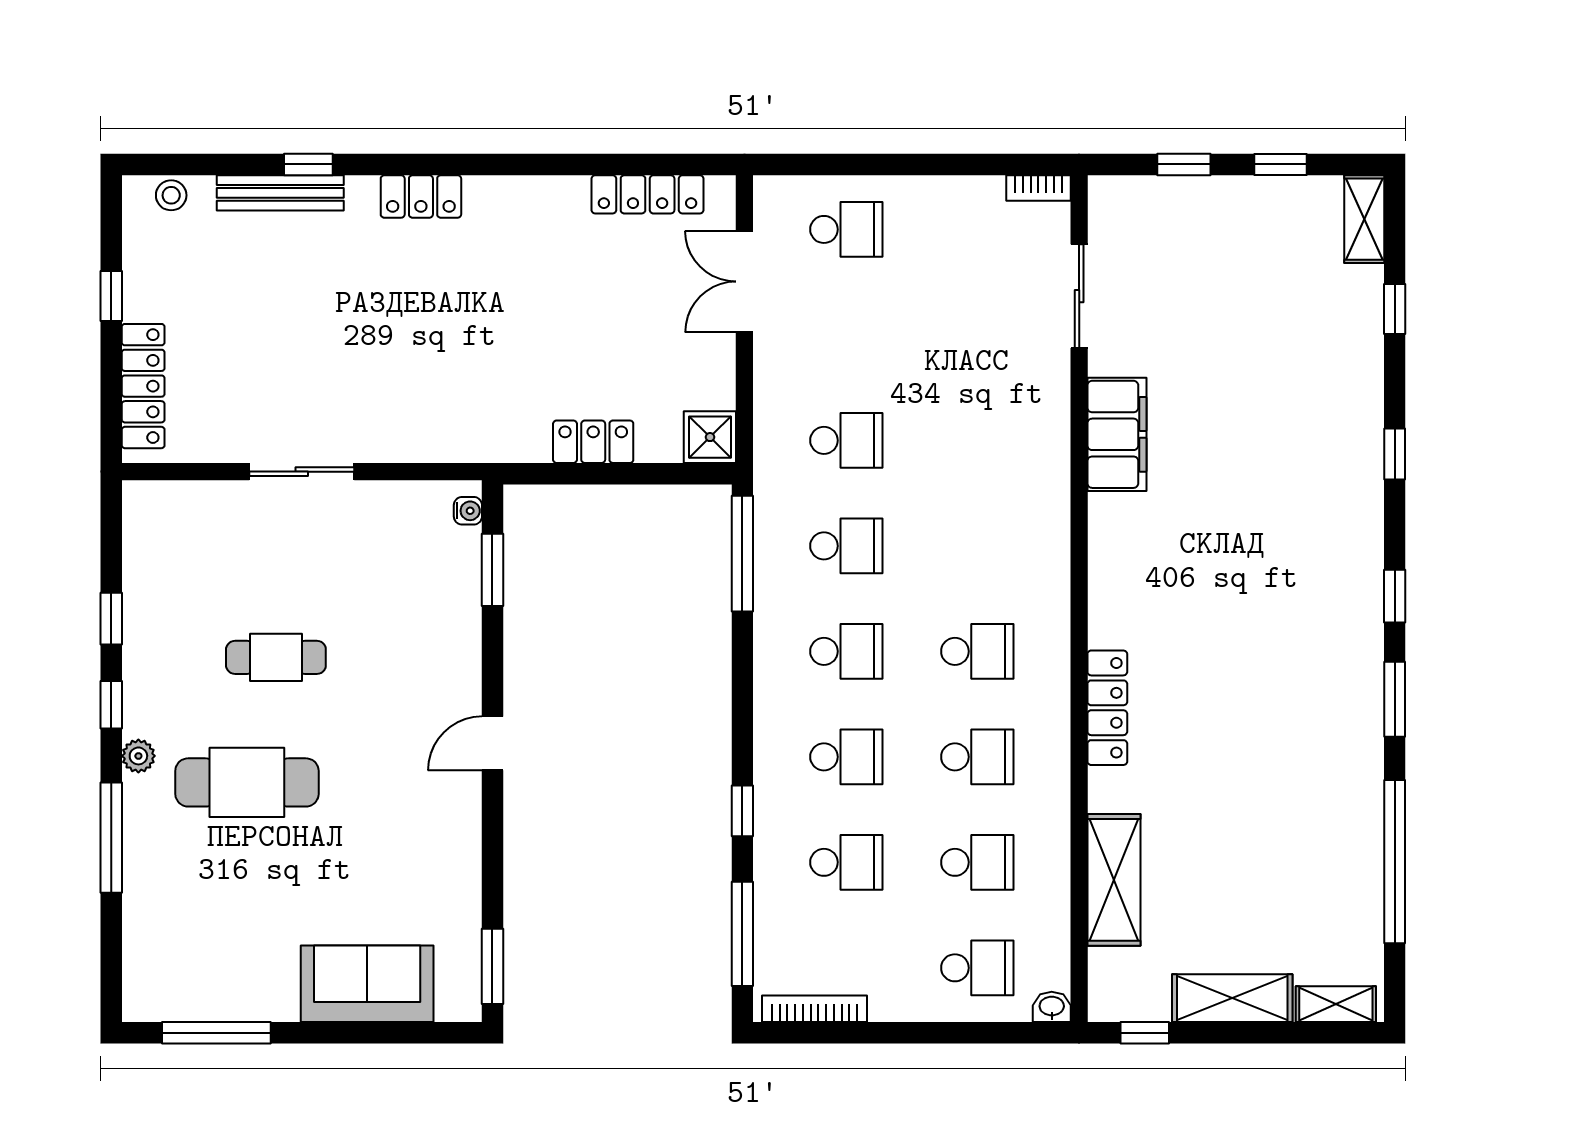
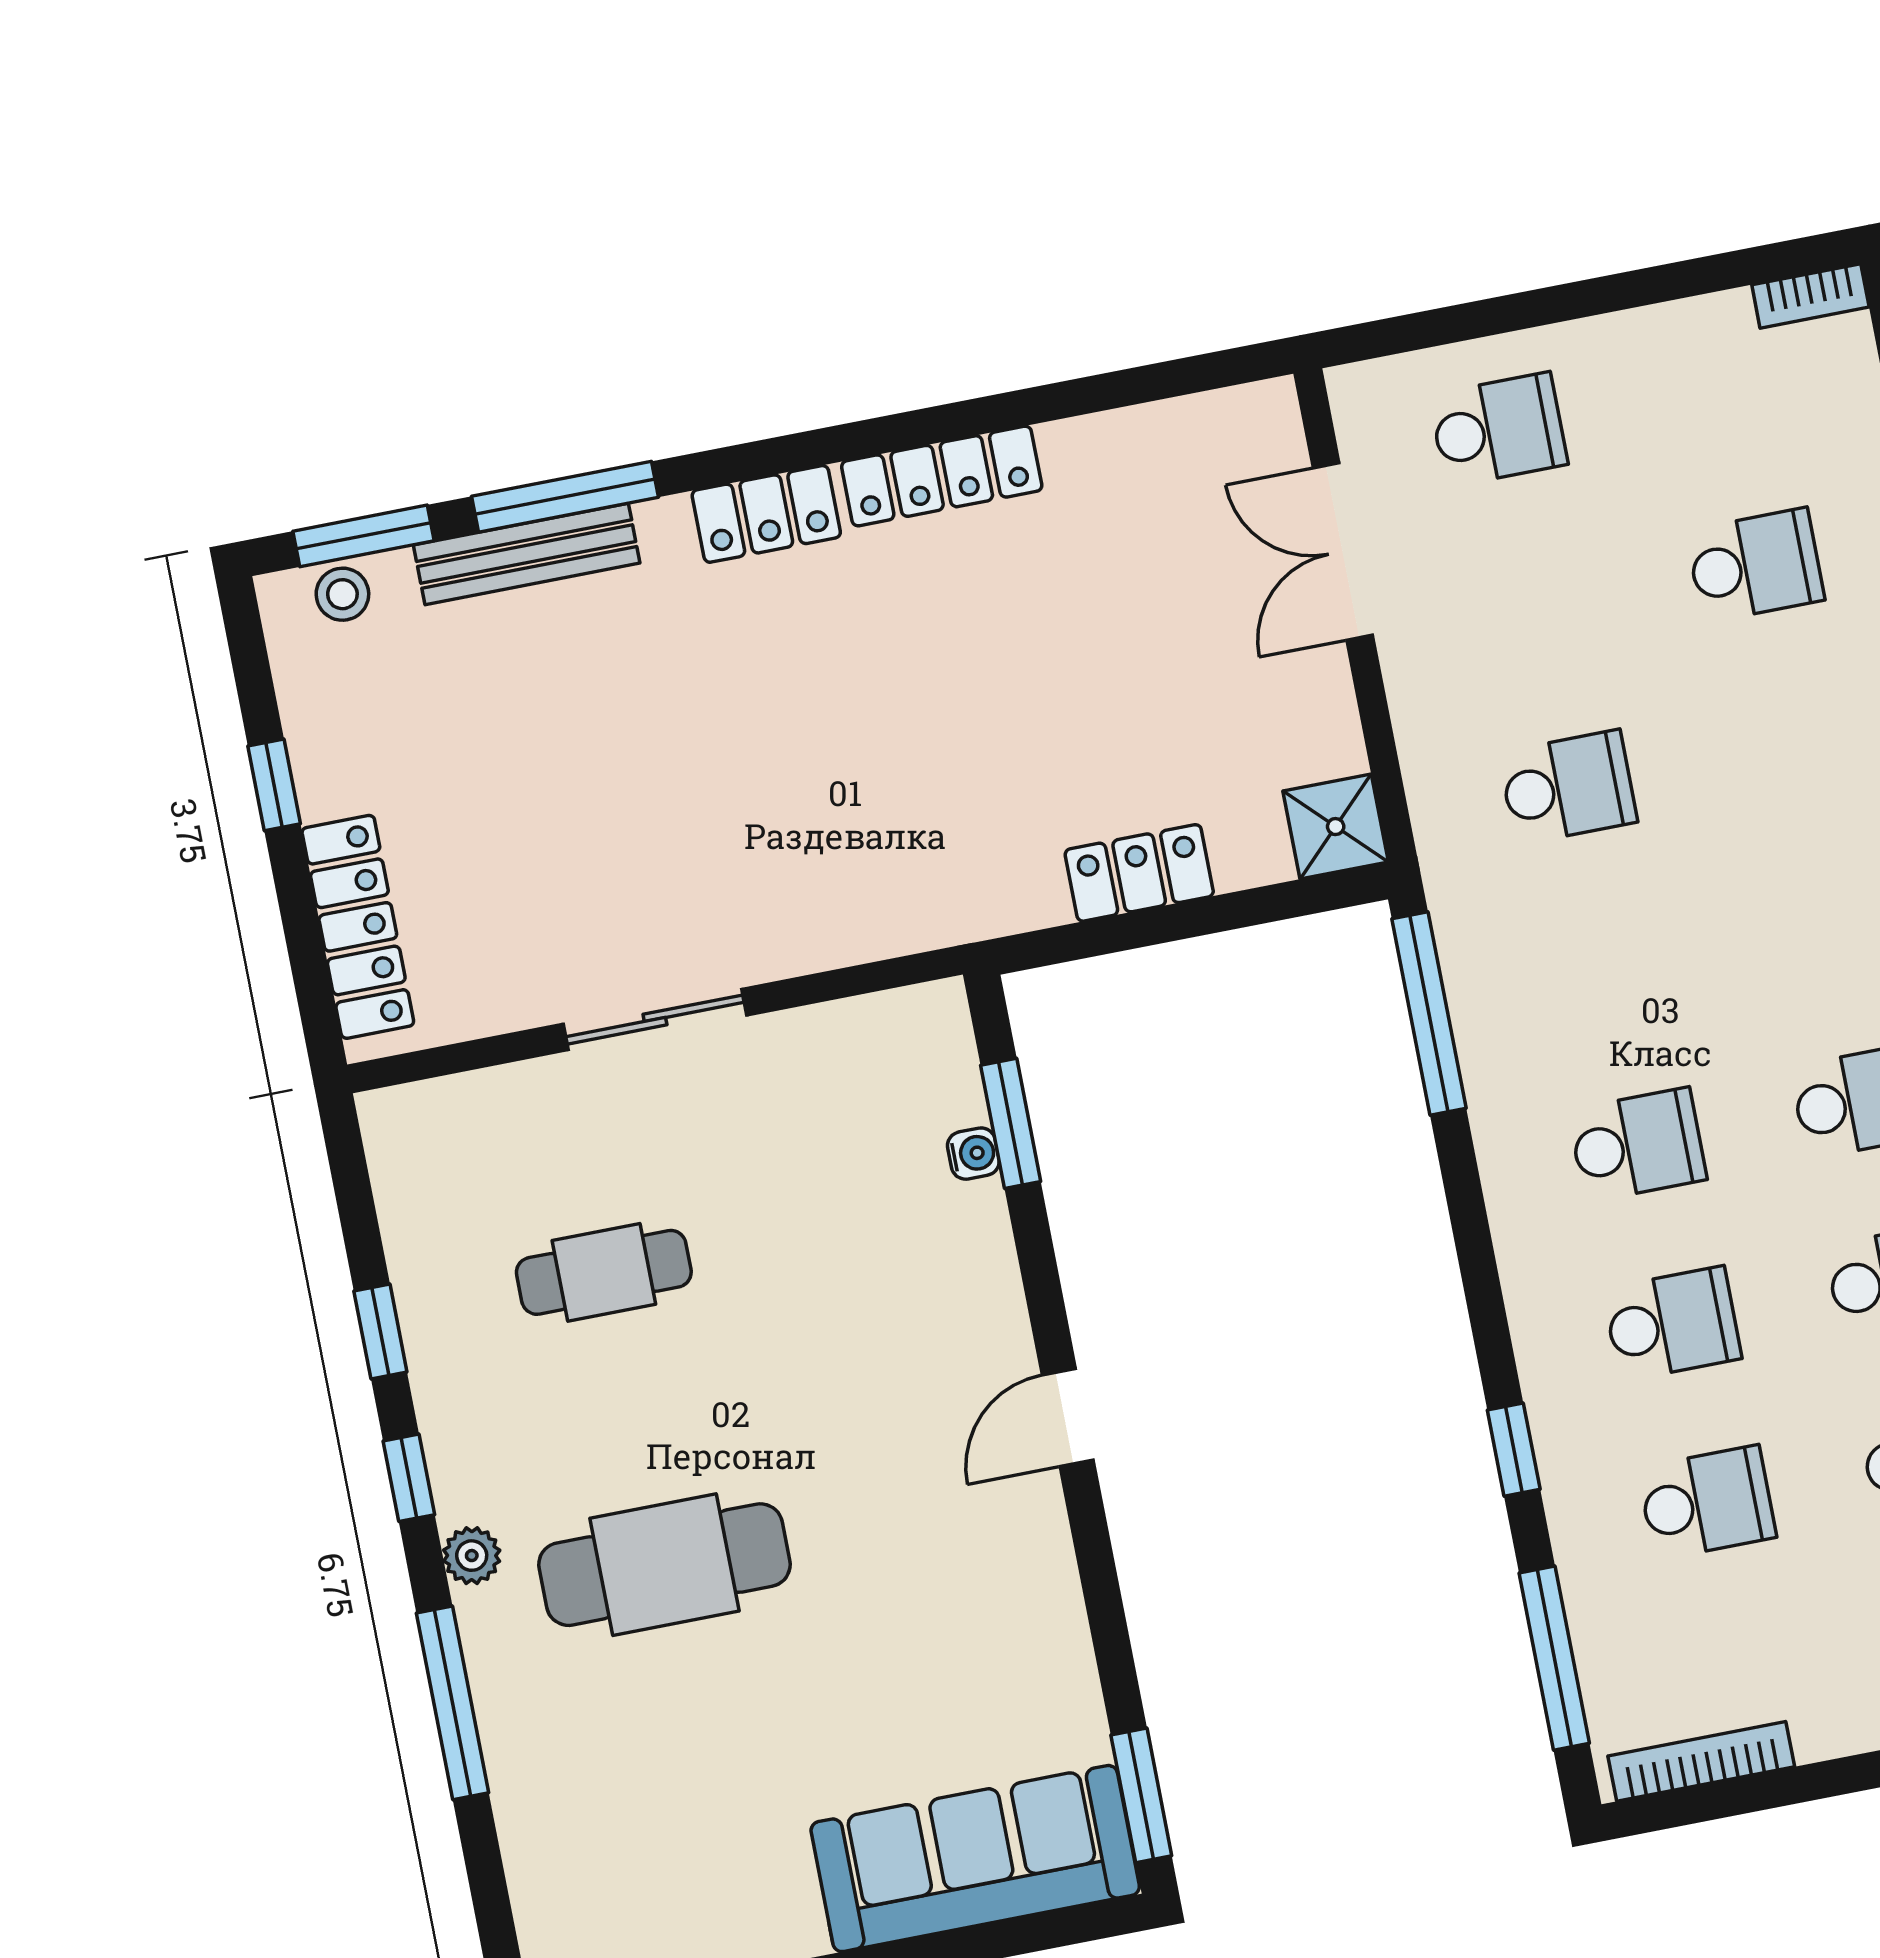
window: (190, 164) -> (363, 536), added
window: (308, 164) -> (565, 497), width x2.17
locker: (648, 194) -> (942, 476), moved
water cooler: (468, 511) -> (973, 1154), moved
school desk: (846, 546) -> (1755, 565), moved
cafe table: (276, 657) -> (604, 1272), moved
sofa: (367, 984) -> (975, 1859), width x1.36

